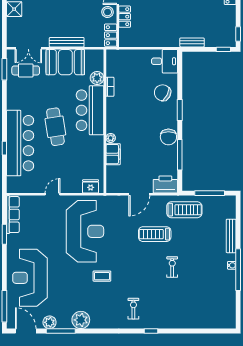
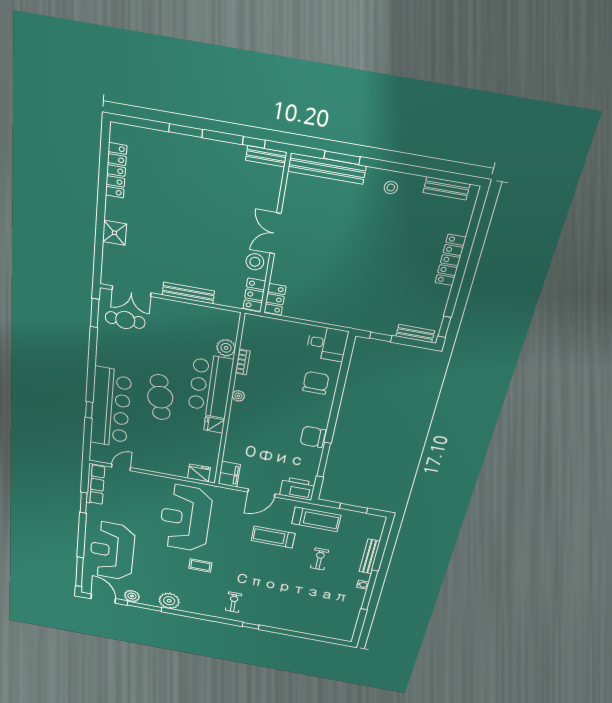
locker: (125, 17) -> (275, 299), moved
bench: (192, 42) -> (415, 333), moved
window: (223, 49) -> (381, 337), moved
booth: (65, 62) -> (183, 319), removed
chair: (163, 93) -> (316, 383), turned 62
window: (180, 110) -> (335, 408), removed
chair: (168, 137) -> (313, 437), turned 90
plant: (111, 138) -> (238, 396), moved
fridge: (97, 142) -> (214, 425), added
filing cabinet: (113, 154) -> (229, 474), moved
window: (210, 193) -> (353, 508), width x0.69
door: (52, 194) -> (121, 467), moved
reception desk: (85, 231) -> (185, 518), turned 180
exercise bike: (172, 267) -> (320, 559), moved

